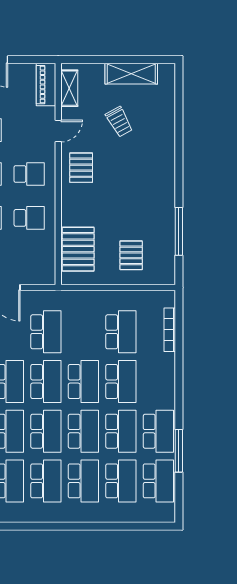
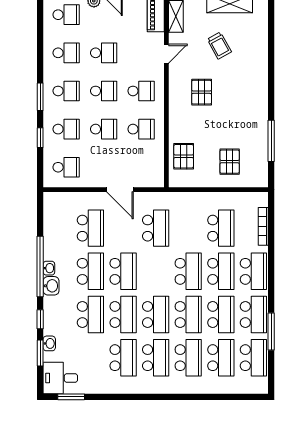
pallet: (81, 168) -> (202, 92), moved
pallet: (78, 249) -> (184, 156), width x0.67, depth x0.71
school desk: (46, 382) -> (253, 271), moved

